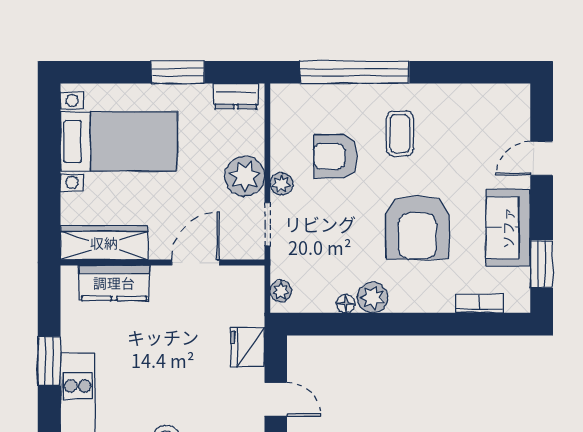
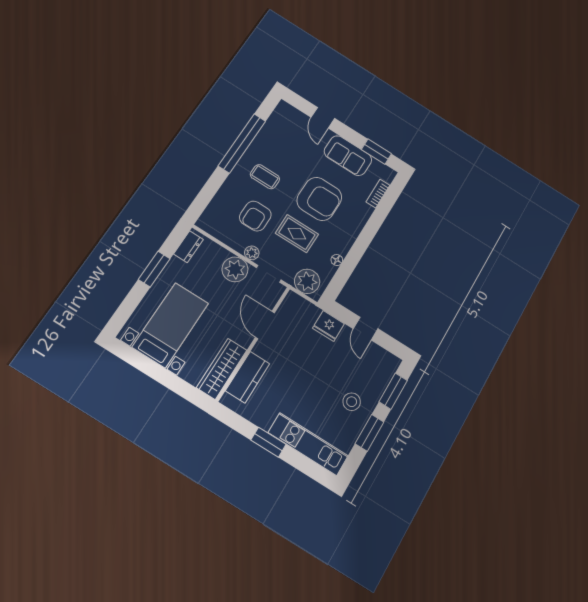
window: (355, 72) -> (242, 143), moved
rug: (347, 227) -> (297, 234), added
plant: (281, 291) -> (307, 281), width x1.88, depth x1.88
plant: (373, 298) -> (342, 244), removed
door: (276, 400) -> (366, 329), swing flipped

